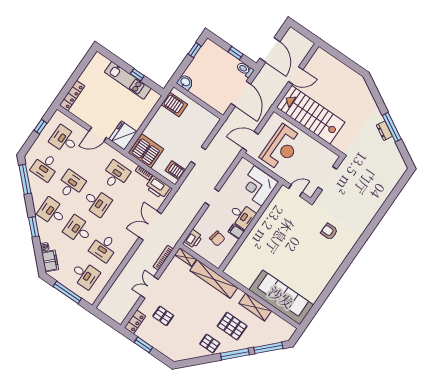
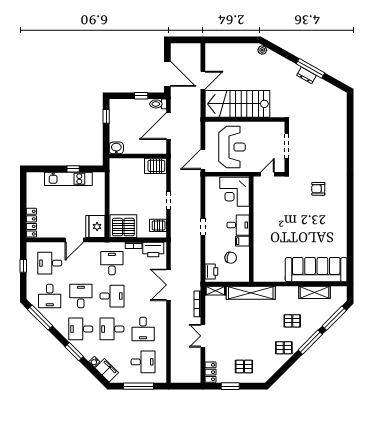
plant: (362, 84) -> (262, 50), added
door: (241, 94) -> (168, 126), swing flipped
server rack: (174, 104) -> (155, 166), moved, turned 180
shelving: (255, 307) -> (315, 292), moved
pallet: (163, 316) -> (244, 366), moved
pallet: (232, 326) -> (292, 321), width x0.67, depth x0.71

